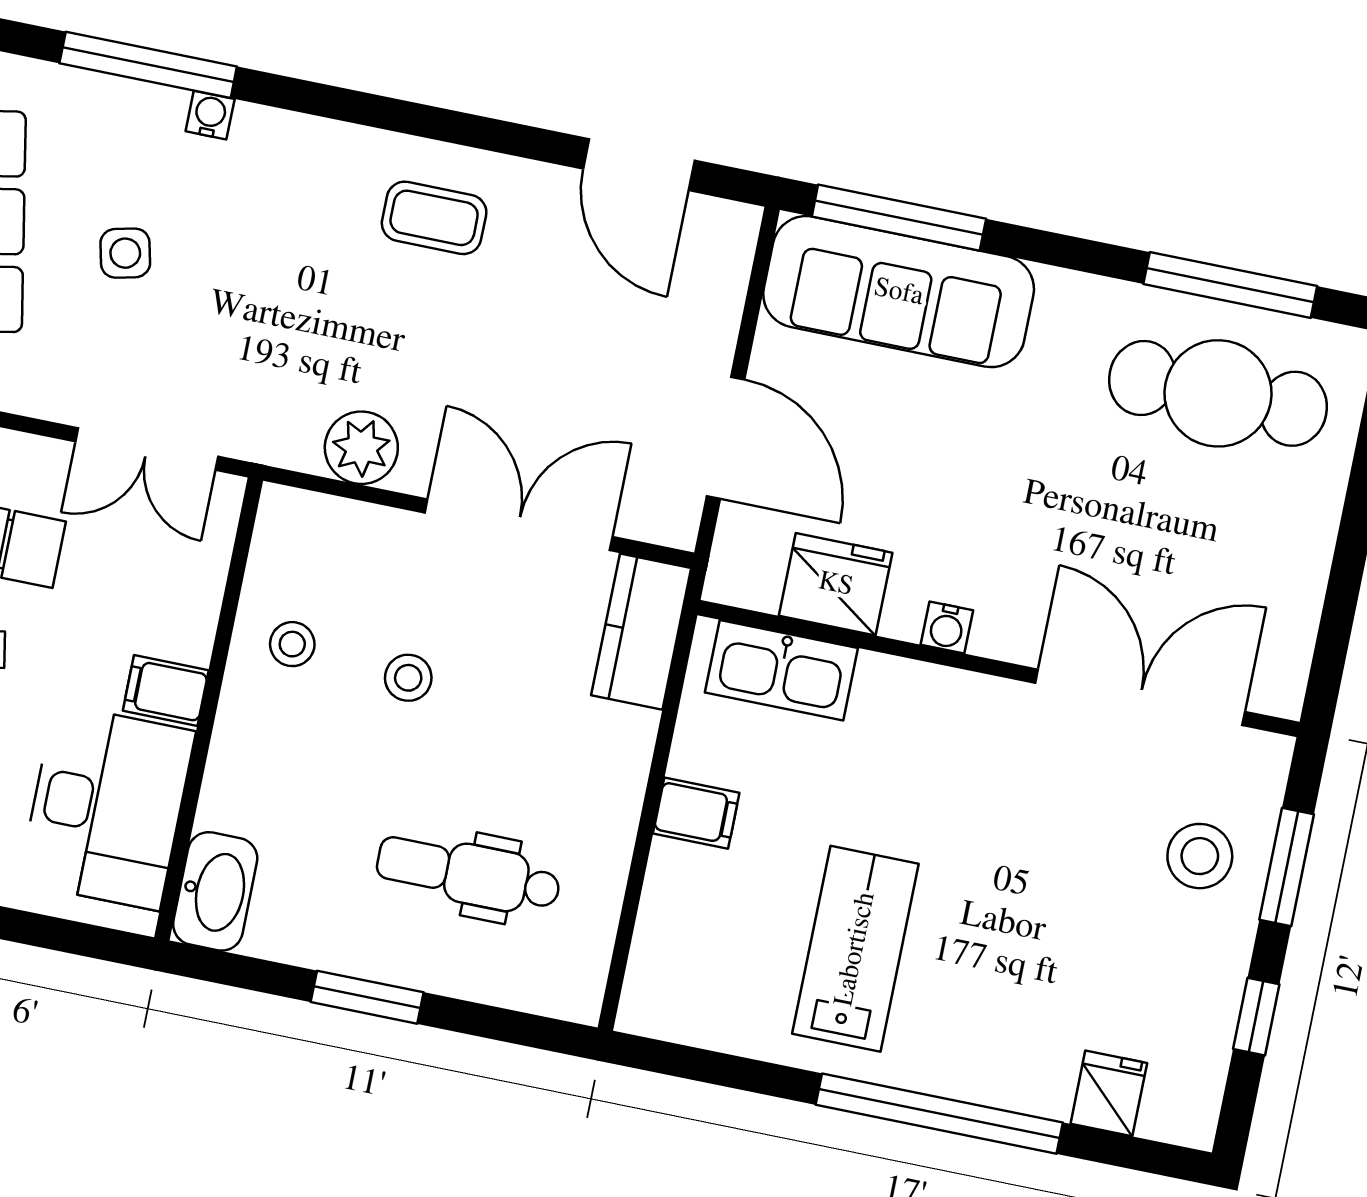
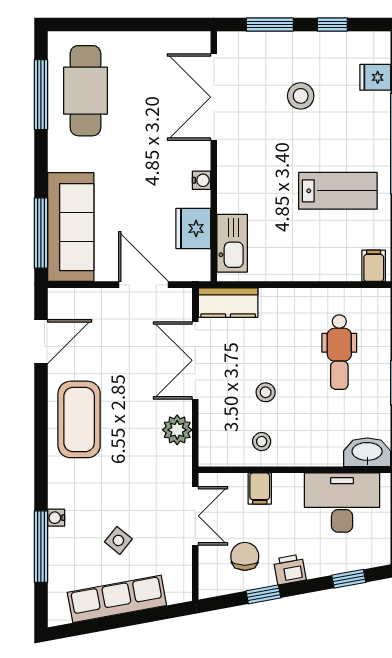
coffee table: (434, 218) -> (79, 419), width x1.86, depth x1.72
side table: (125, 253) -> (118, 540), turned -38
door: (726, 438) -> (143, 285), hinge flipped
filing cabinet: (166, 691) -> (260, 489), moved
filing cabinet: (696, 813) -> (374, 266), moved
stool: (1200, 856) -> (301, 96), moved
lab bench: (855, 949) -> (338, 191), turned 180

